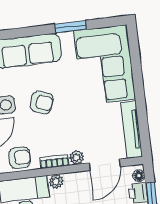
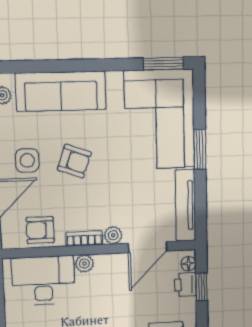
window: (71, 27) -> (163, 64), moved
window: (138, 85) -> (200, 149), added
armchair: (20, 158) -> (40, 230), turned 180

